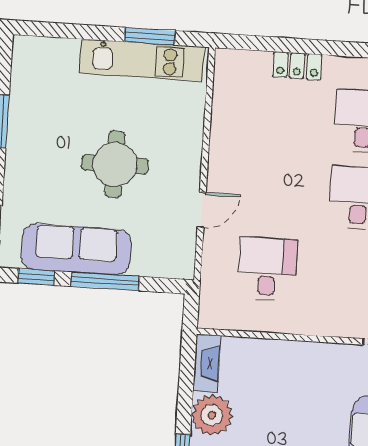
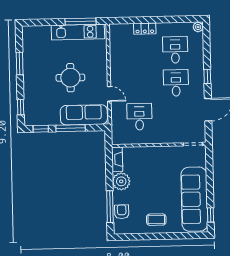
window: (150, 36) -> (81, 22), width x1.44
door: (202, 210) -> (109, 94), hinge flipped
sofa: (76, 249) -> (84, 115), moved

